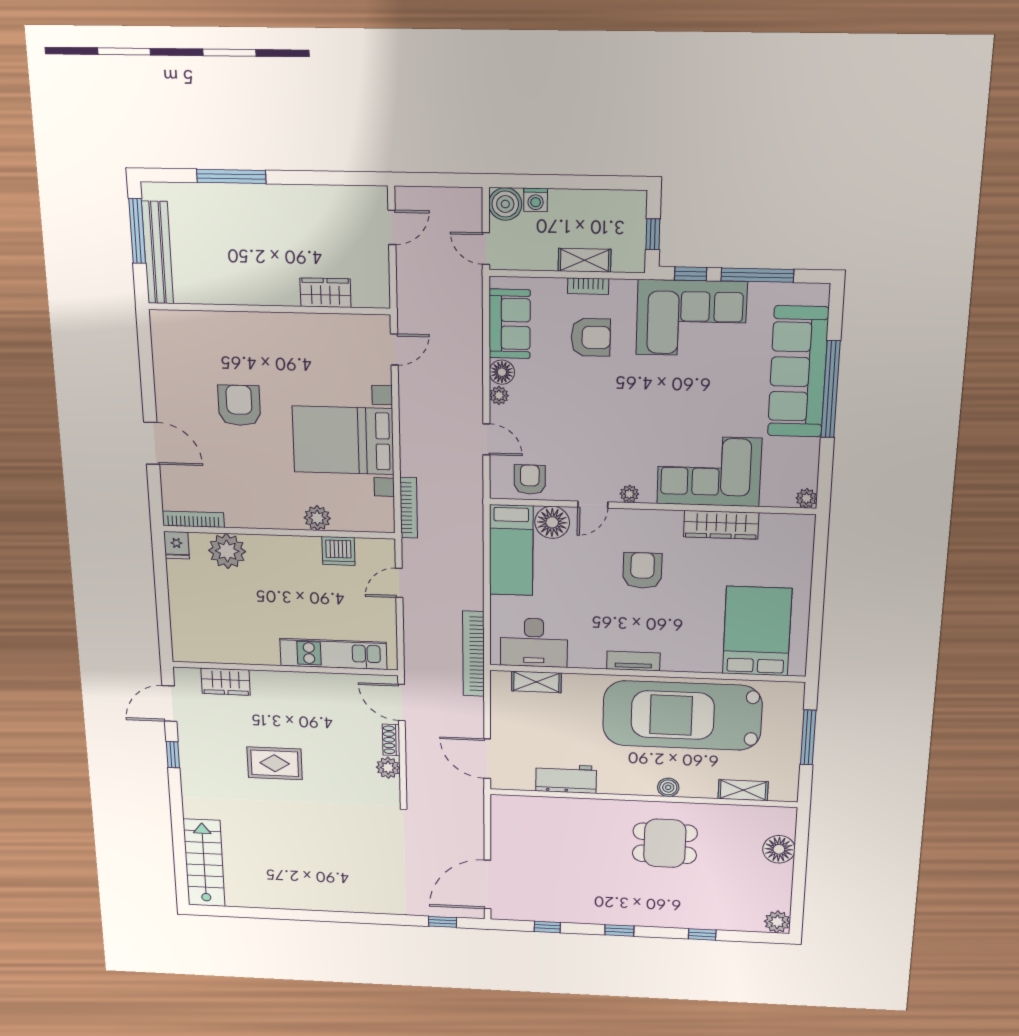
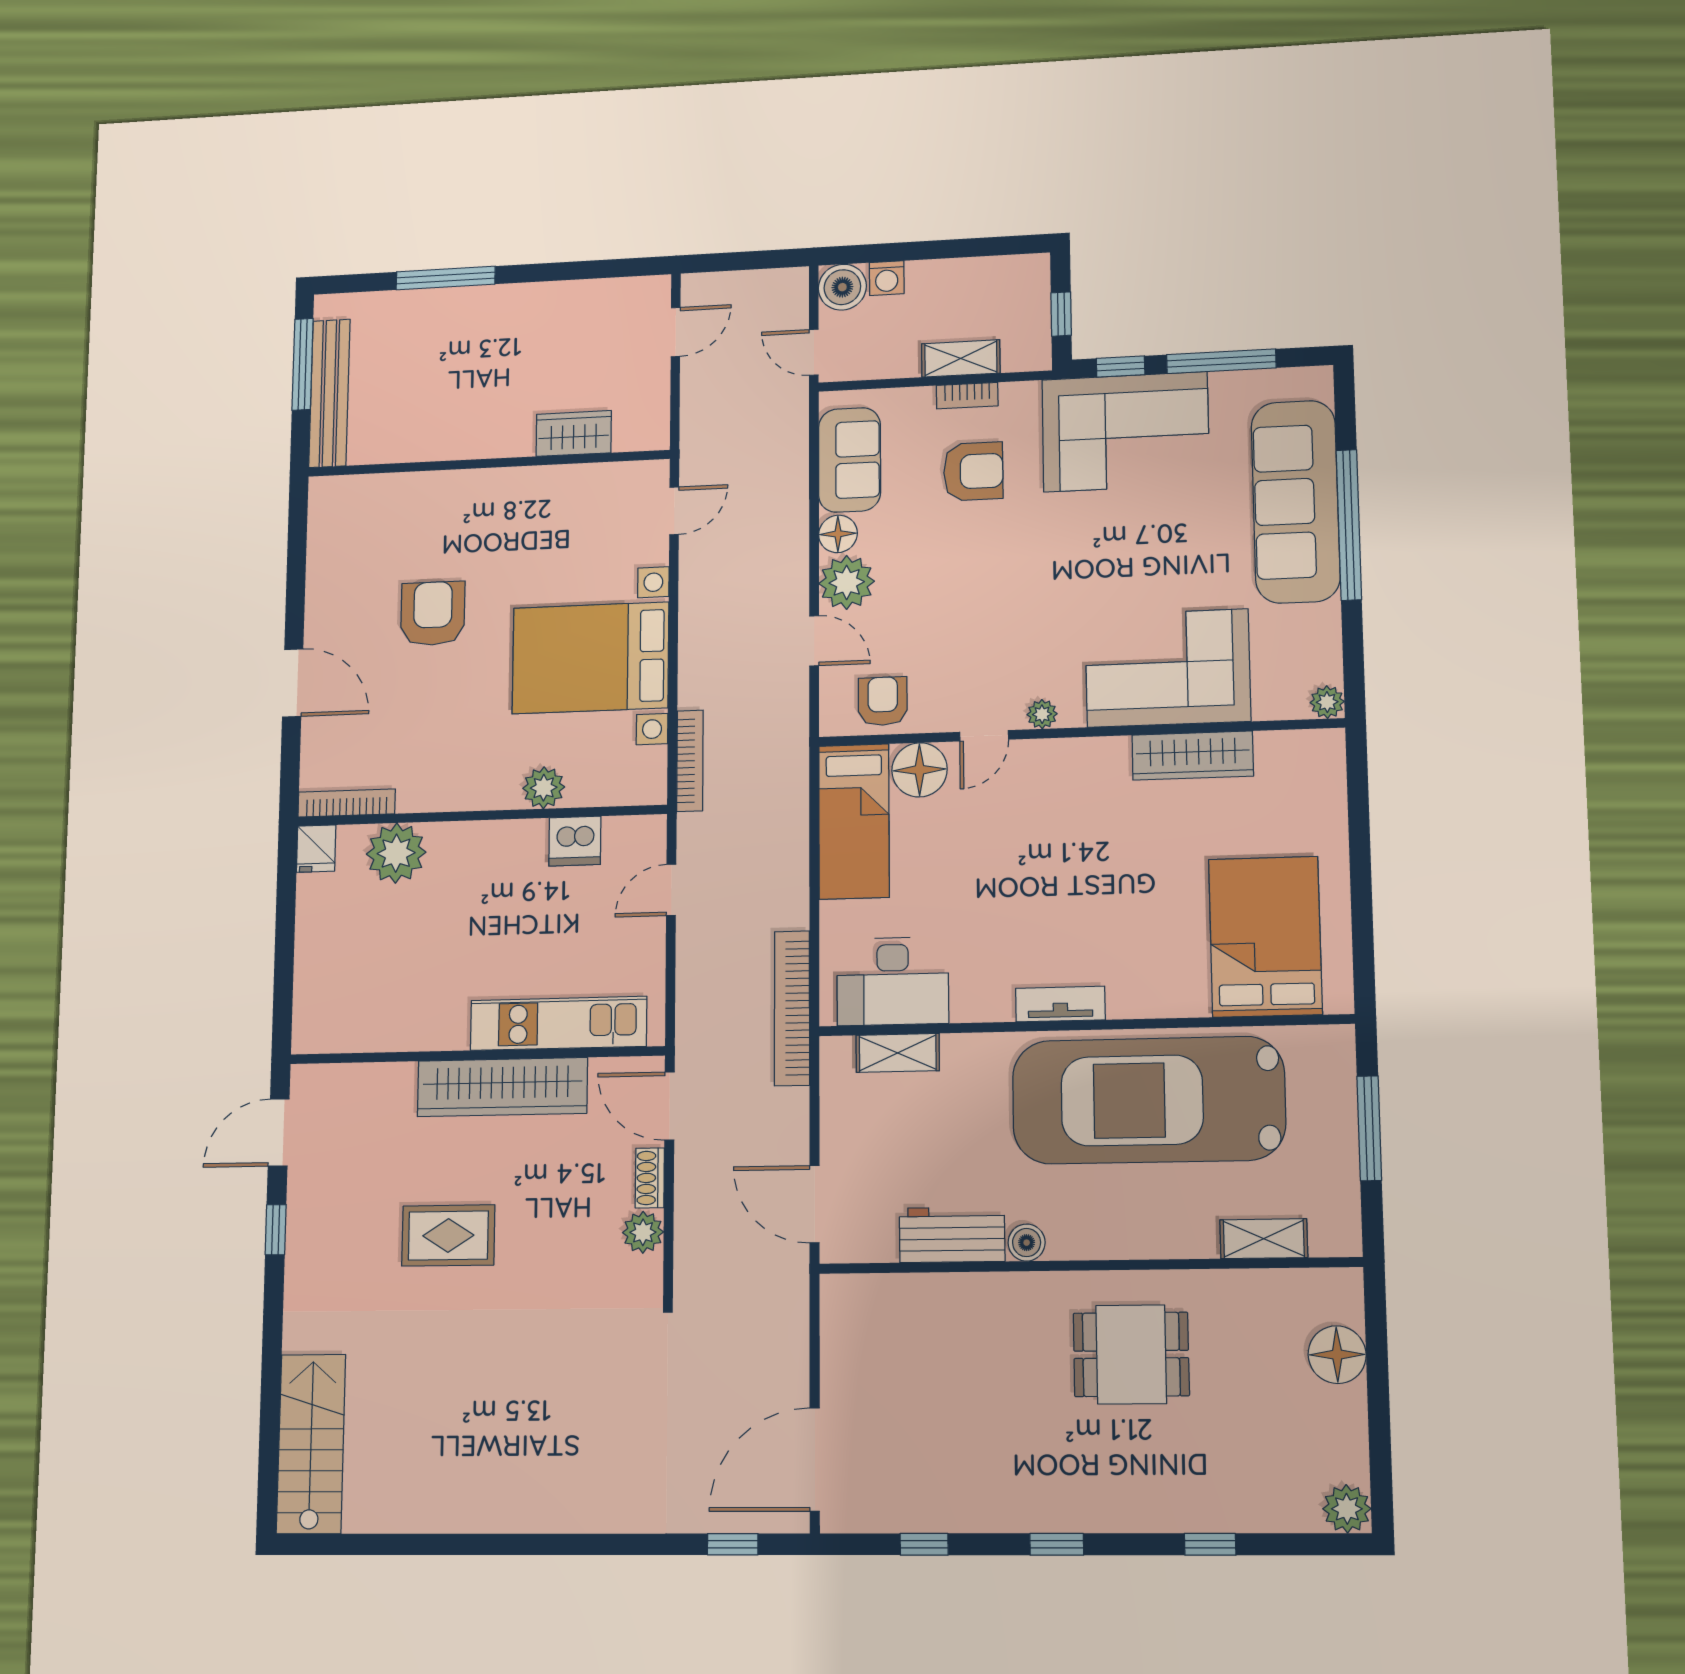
plant: (499, 395) -> (847, 582), width x1.88, depth x1.88
armchair: (642, 570) -> (1069, 842), removed
wardrobe: (226, 682) -> (502, 1087), moved, width x2.10, depth x1.17
boiler: (668, 787) -> (1027, 1243), moved

